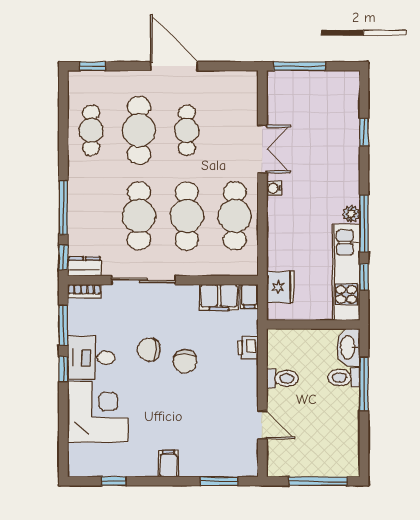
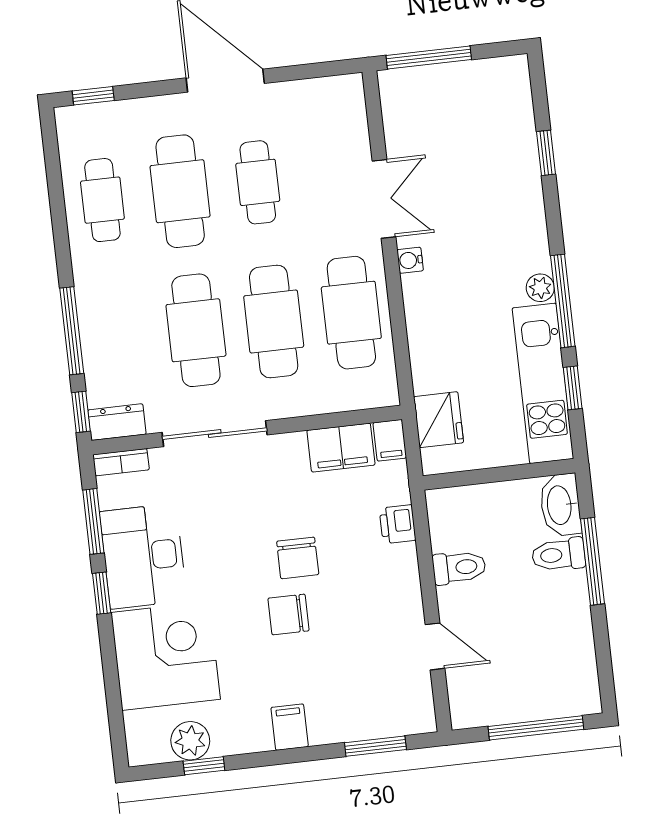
chair: (149, 350) -> (288, 614), moved
desk: (91, 358) -> (143, 556), width x1.37
plant: (107, 465) -> (190, 741), added

